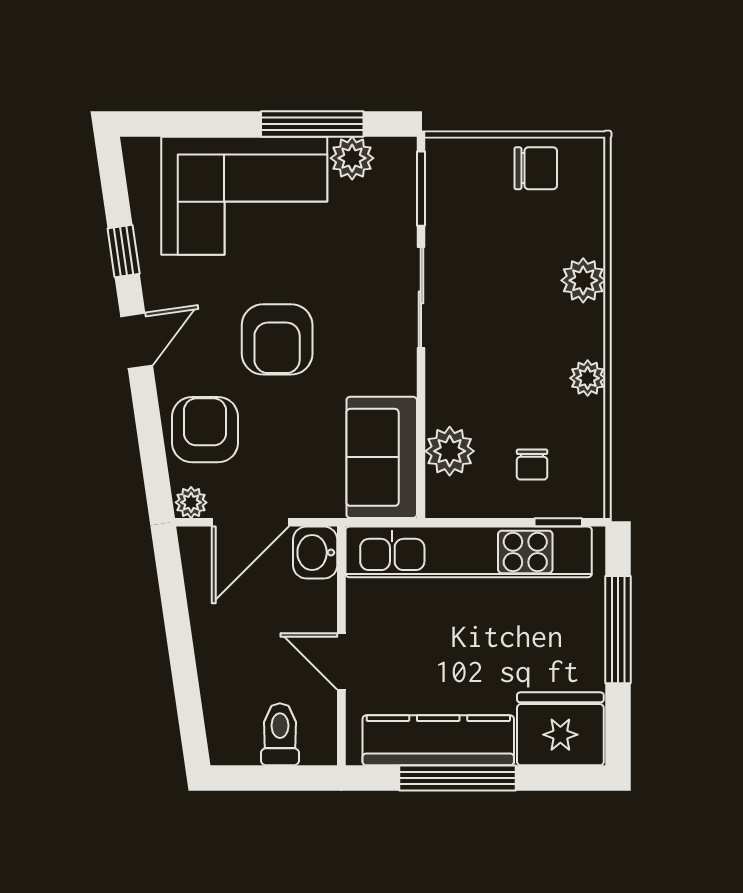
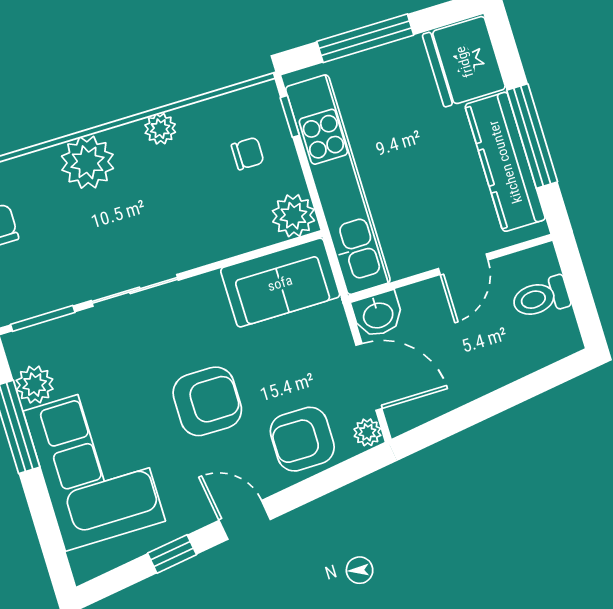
plant: (583, 280) -> (88, 162), width x1.36, depth x1.36
plant: (450, 451) -> (293, 216), moved

